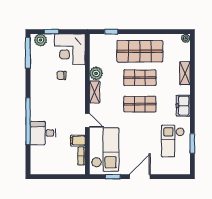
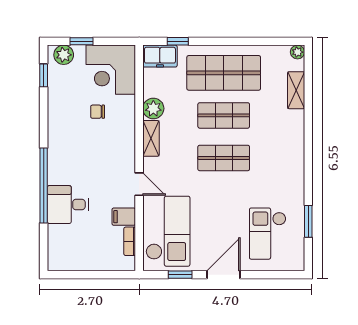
window: (28, 53) -> (44, 75), width x0.46
shelving: (185, 73) -> (296, 90), moved
freezer: (183, 106) -> (160, 56), moved, turned -90
checkout: (173, 141) -> (268, 234), moved

